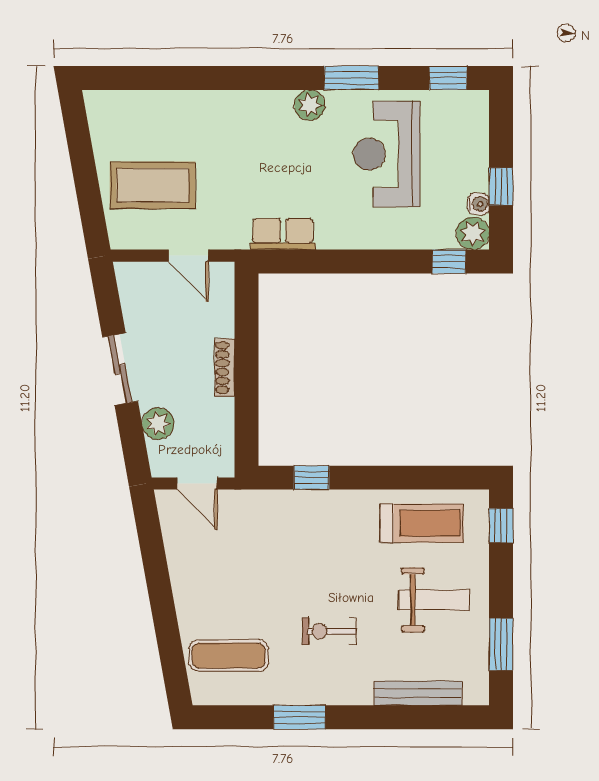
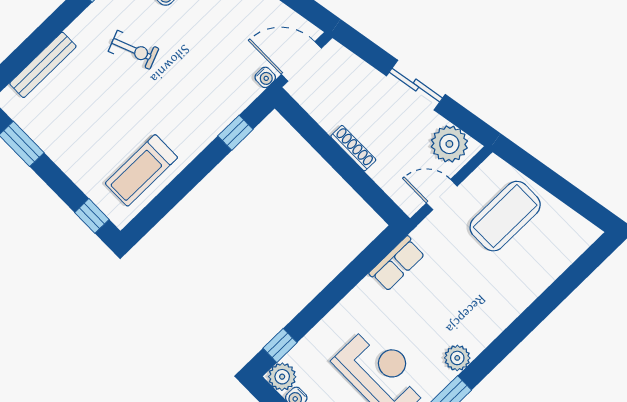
plant: (158, 424) -> (449, 144), moved, width x1.36, depth x1.36
door: (197, 484) -> (301, 61), width x1.38
water cooler: (241, 500) -> (265, 77), added
weight bench: (434, 600) -> (88, 131), removed
exercise bike: (329, 631) -> (134, 50), turned 68

